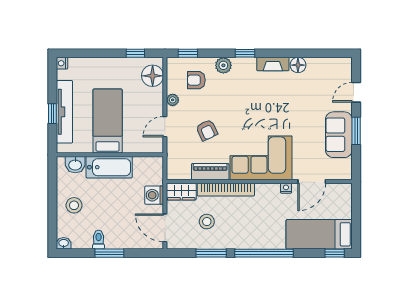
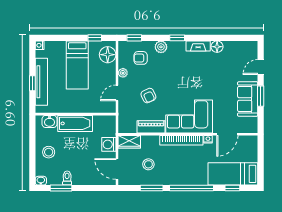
bed: (108, 121) -> (77, 65), moved, turned 180
bookcase: (226, 190) -> (181, 140), moved
window: (109, 253) -> (61, 188), moved
window: (335, 253) -> (232, 188), moved

